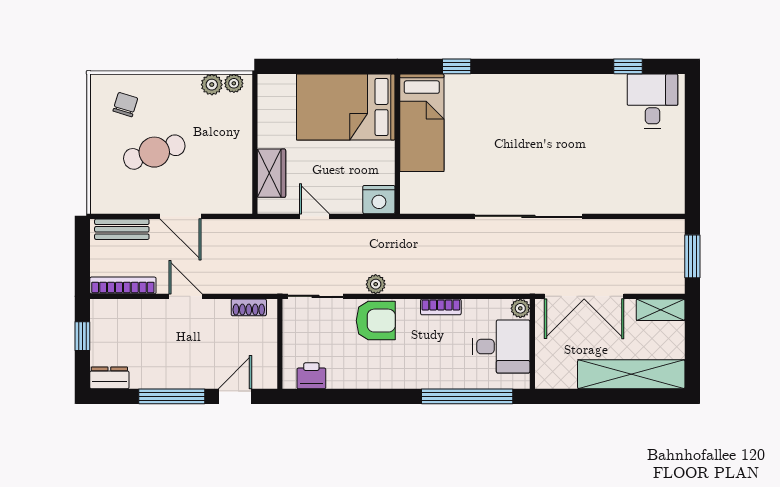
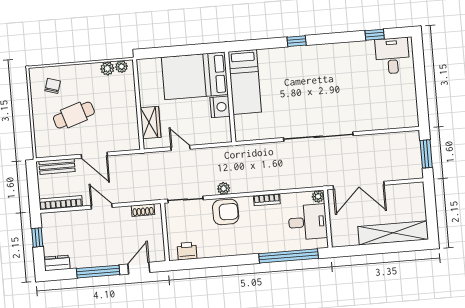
window: (457, 66) -> (297, 41), moved
nightstand: (379, 200) -> (220, 107), moved, turned -90
shelving: (661, 310) -> (409, 190), removed

